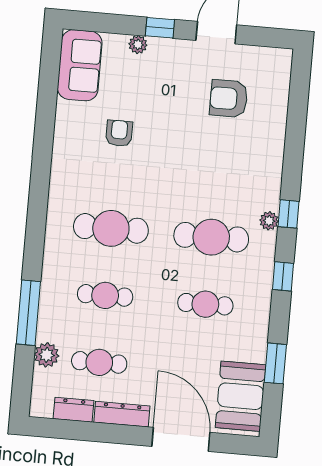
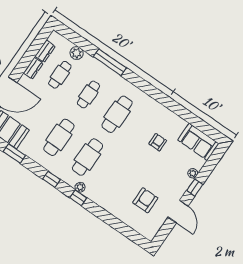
armchair: (119, 133) -> (158, 142), turned -90
cafe table: (205, 304) -> (59, 137), width x1.37, depth x1.35
window: (28, 313) -> (110, 62), moved
dresser: (122, 414) -> (33, 68), width x0.70

